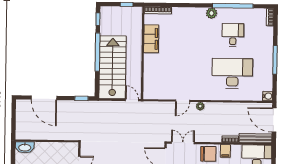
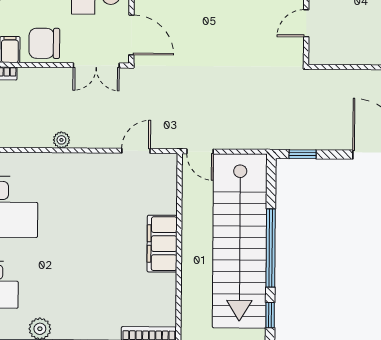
filing cabinet: (151, 39) -> (162, 244), moved
stairs: (113, 67) -> (240, 241), width x1.36
door: (183, 101) -> (136, 151), moved

